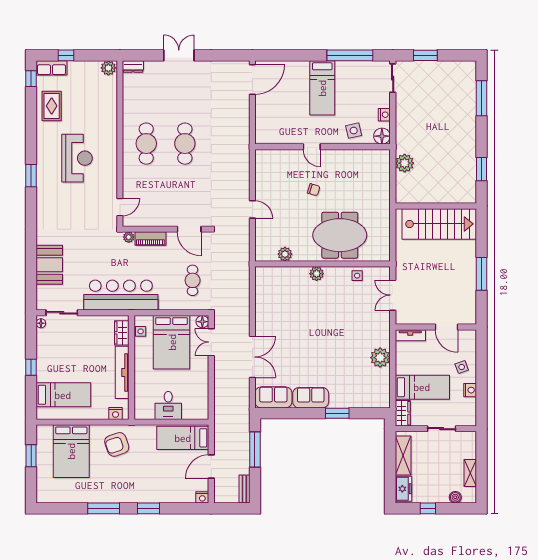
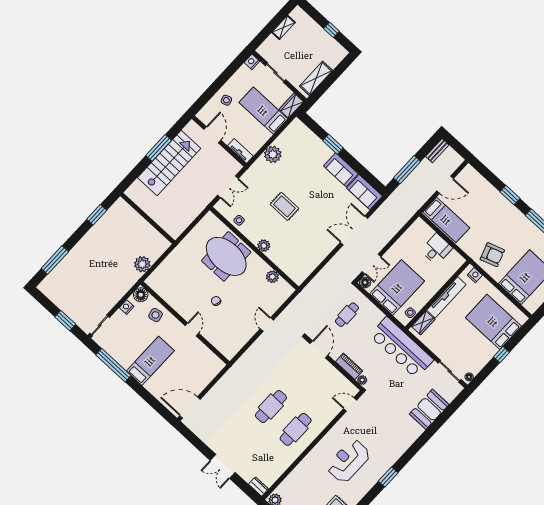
stairs: (439, 224) -> (169, 163), moved, turned 90
rug: (330, 323) -> (284, 206), added
nightstand: (470, 390) -> (252, 62), moved
bed: (63, 395) -> (493, 322), width x1.50
freezer: (403, 489) -> (335, 57), removed
nightstand: (202, 497) -> (469, 170), removed
boiler: (455, 497) -> (307, 21), removed

